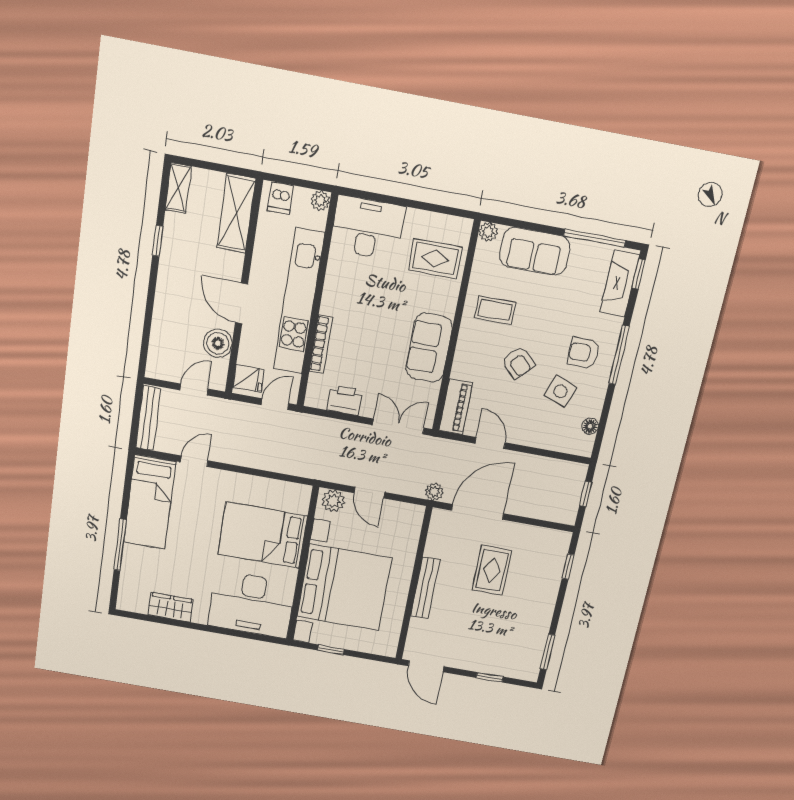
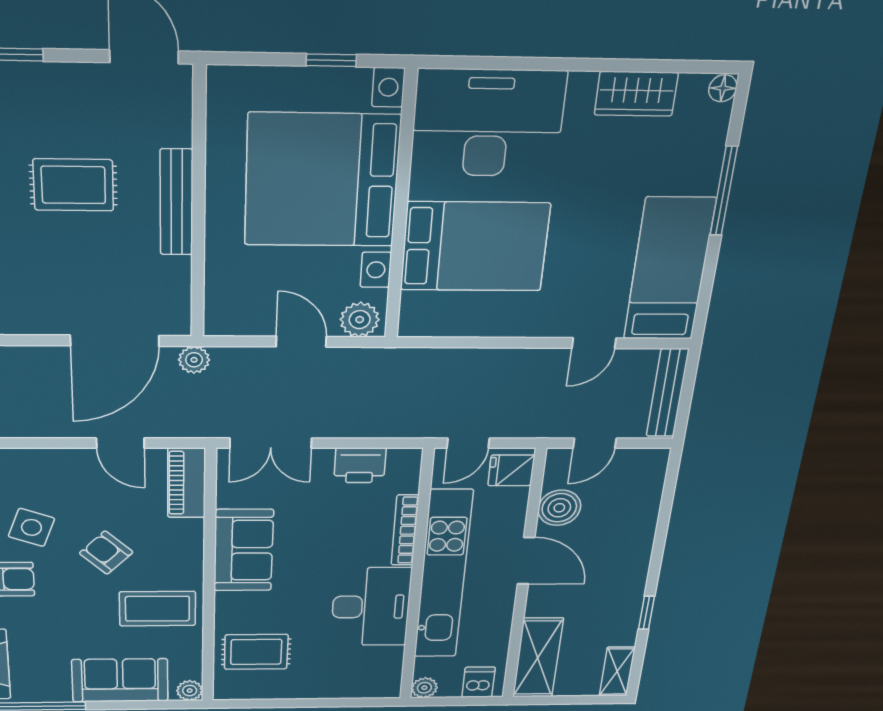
desk: (368, 228) -> (371, 607), moved, turned -90
coffee table: (495, 310) -> (157, 609), width x1.36, depth x1.30
rug: (492, 570) -> (73, 185), moved, turned 90
floor lamp: (124, 603) -> (723, 88), added

